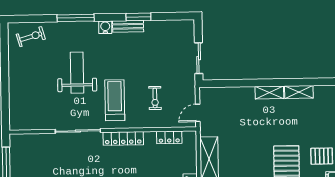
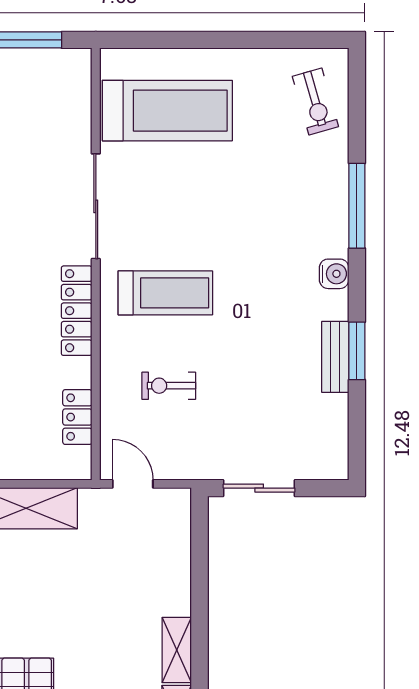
bench: (128, 26) -> (335, 357), moved
weight bench: (77, 73) -> (231, 207), removed
treadmill: (36, 101) -> (167, 111), added

